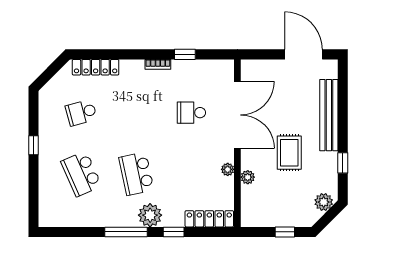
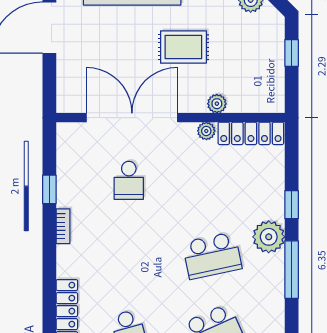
locker: (209, 219) -> (251, 133), moved, turned -90

